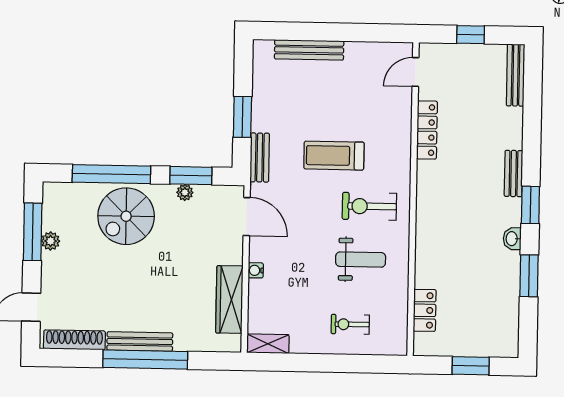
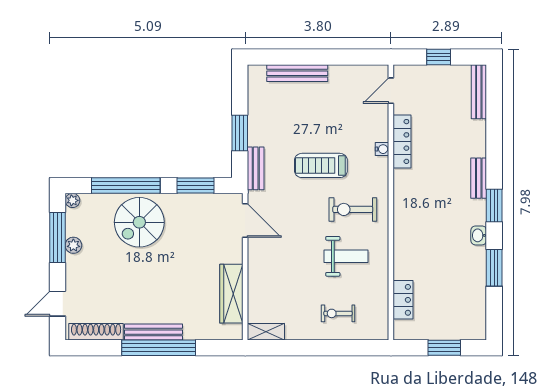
plant: (185, 192) -> (72, 200), moved
water cooler: (256, 270) -> (382, 149), moved, turned 180

